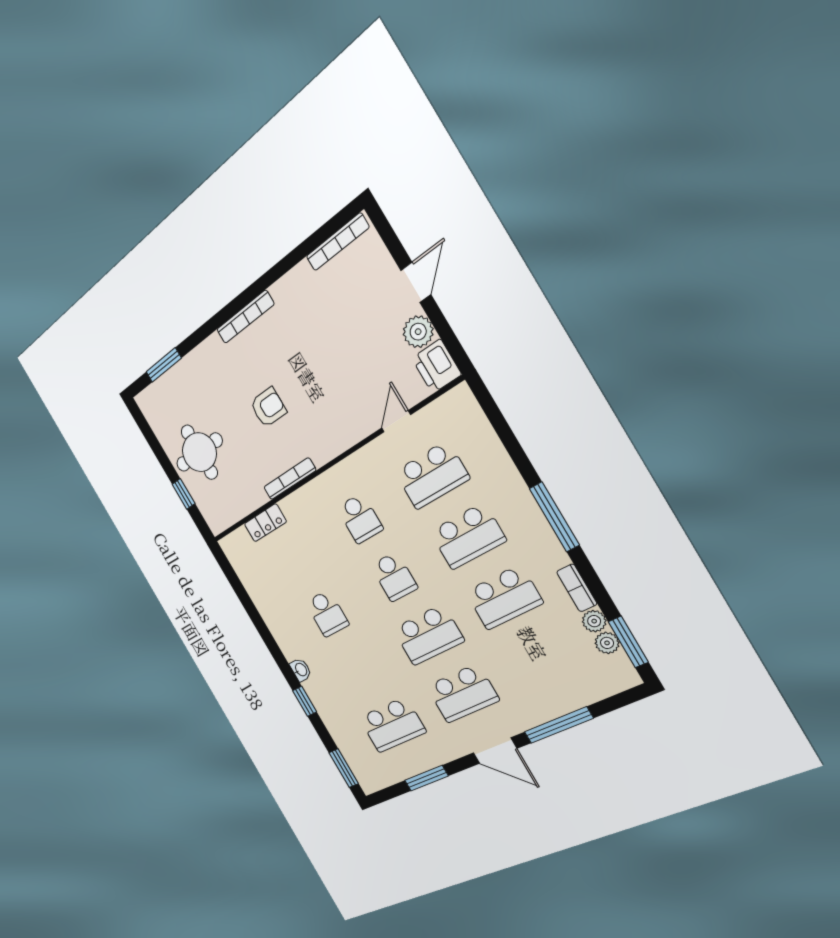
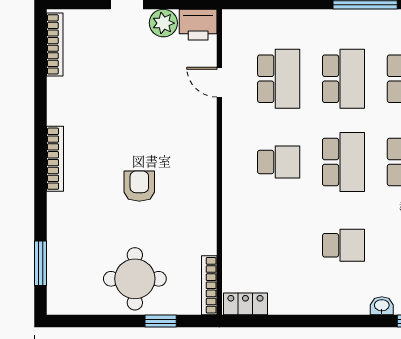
bookcase: (290, 479) -> (209, 285), moved
locker: (265, 523) -> (245, 304), moved, turned -90
school desk: (394, 577) -> (344, 162), width x1.85

